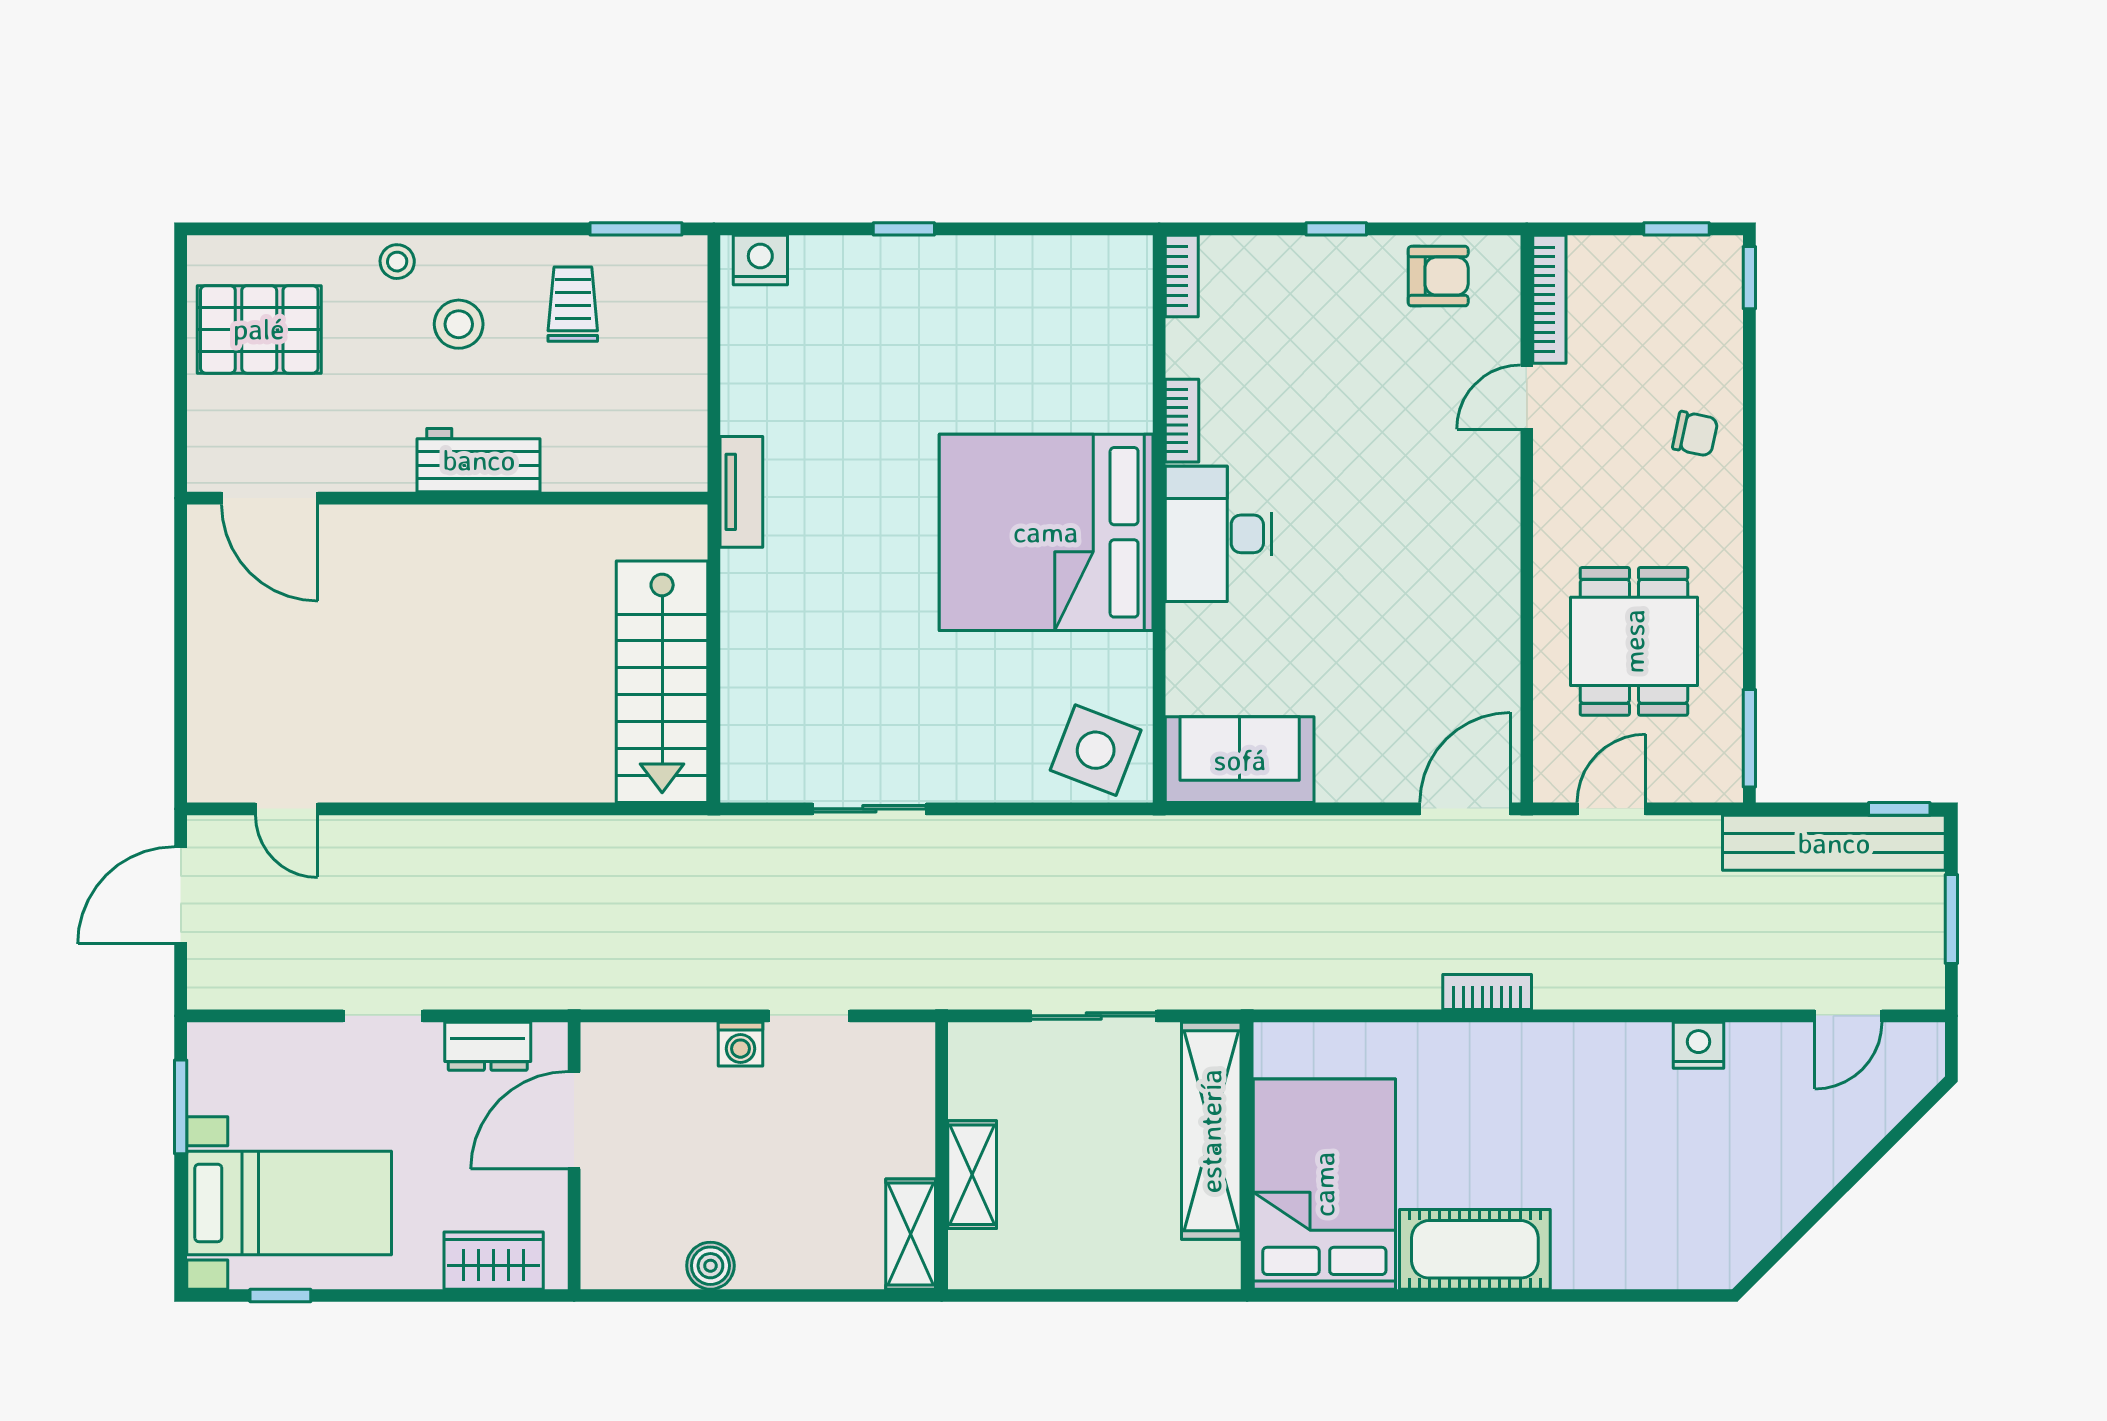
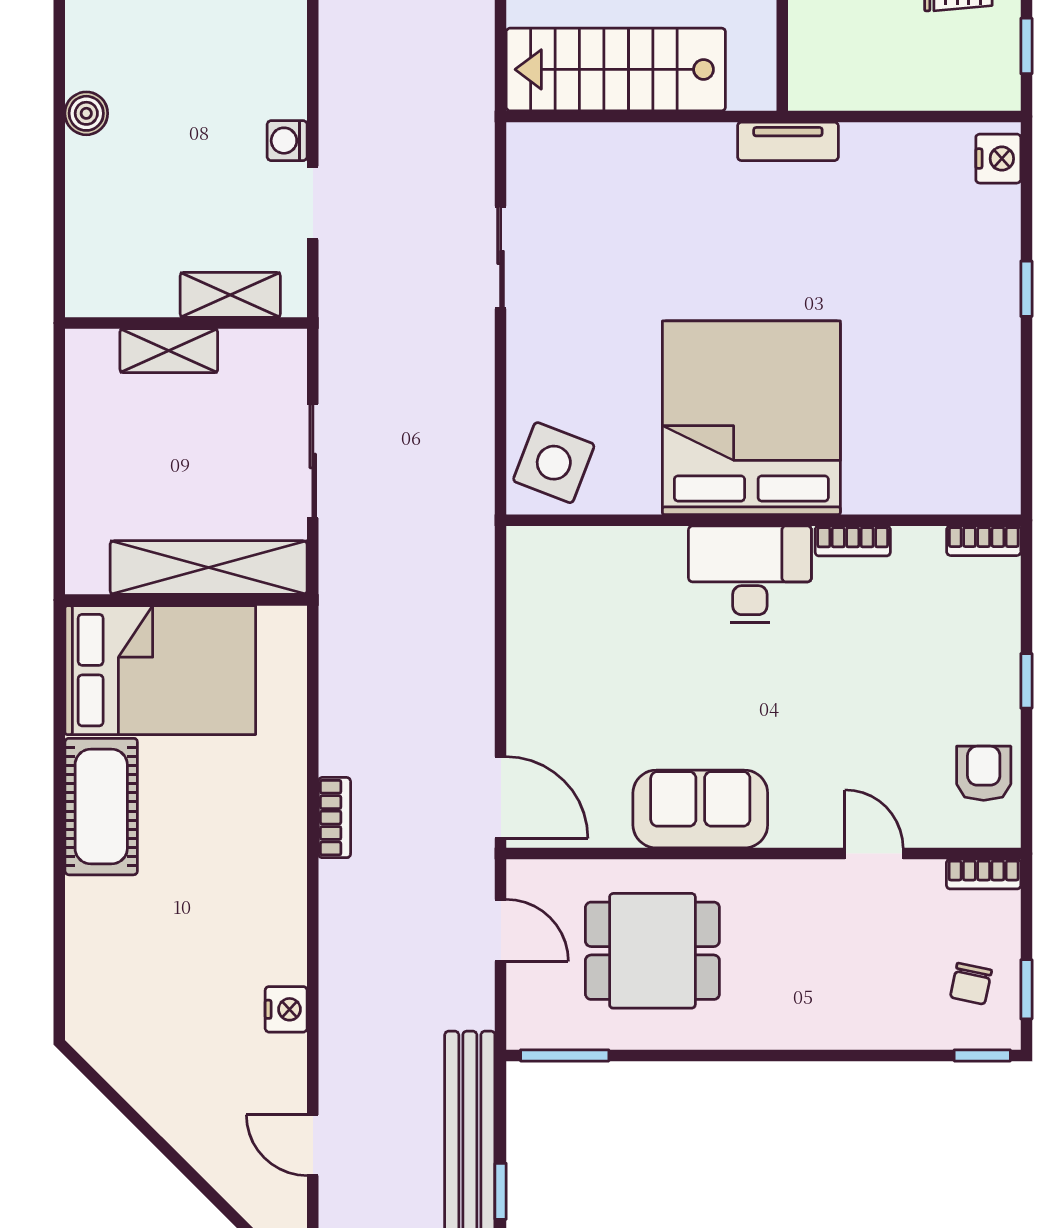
window: (636, 229) -> (1026, 46), width x0.67
armchair: (1438, 276) -> (984, 773), turned 180
bookcase: (1549, 299) -> (984, 874), width x0.64
chair: (1695, 434) -> (971, 984), moved
sofa: (1240, 760) -> (700, 809), moved, turned -90
shelving: (911, 1234) -> (230, 295), moved

